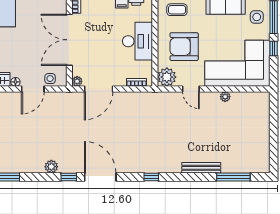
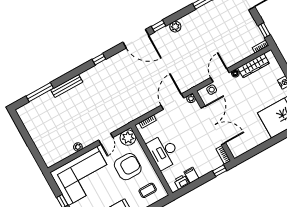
door: (191, 89) -> (106, 139), swing flipped

